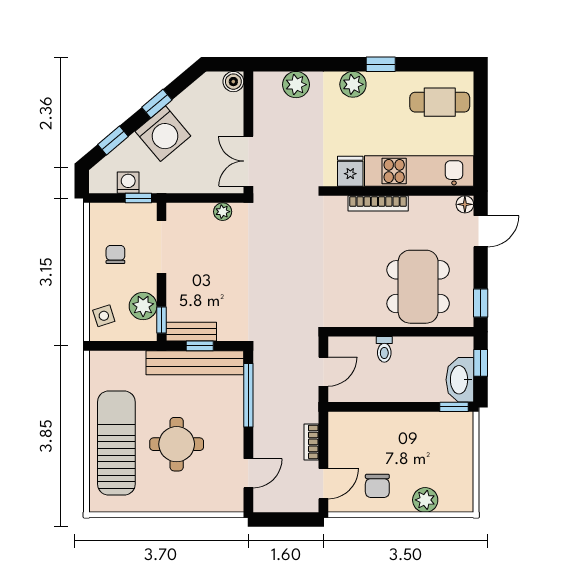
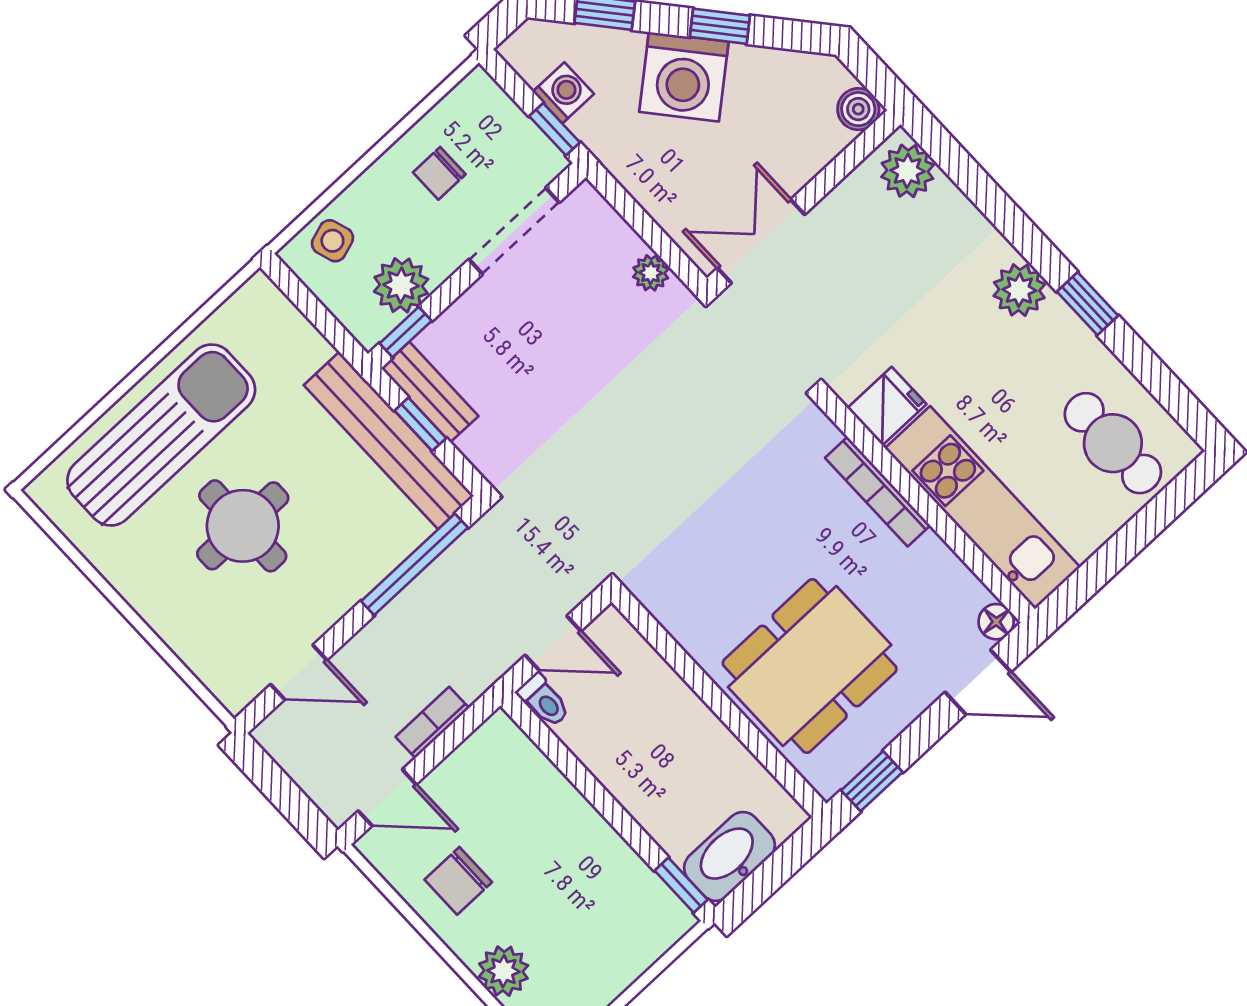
plant: (296, 85) -> (907, 171), moved
chair: (115, 255) -> (439, 173), turned 180
toilet: (384, 349) -> (544, 700), moved, turned -90
window: (481, 363) -> (783, 864), removed

